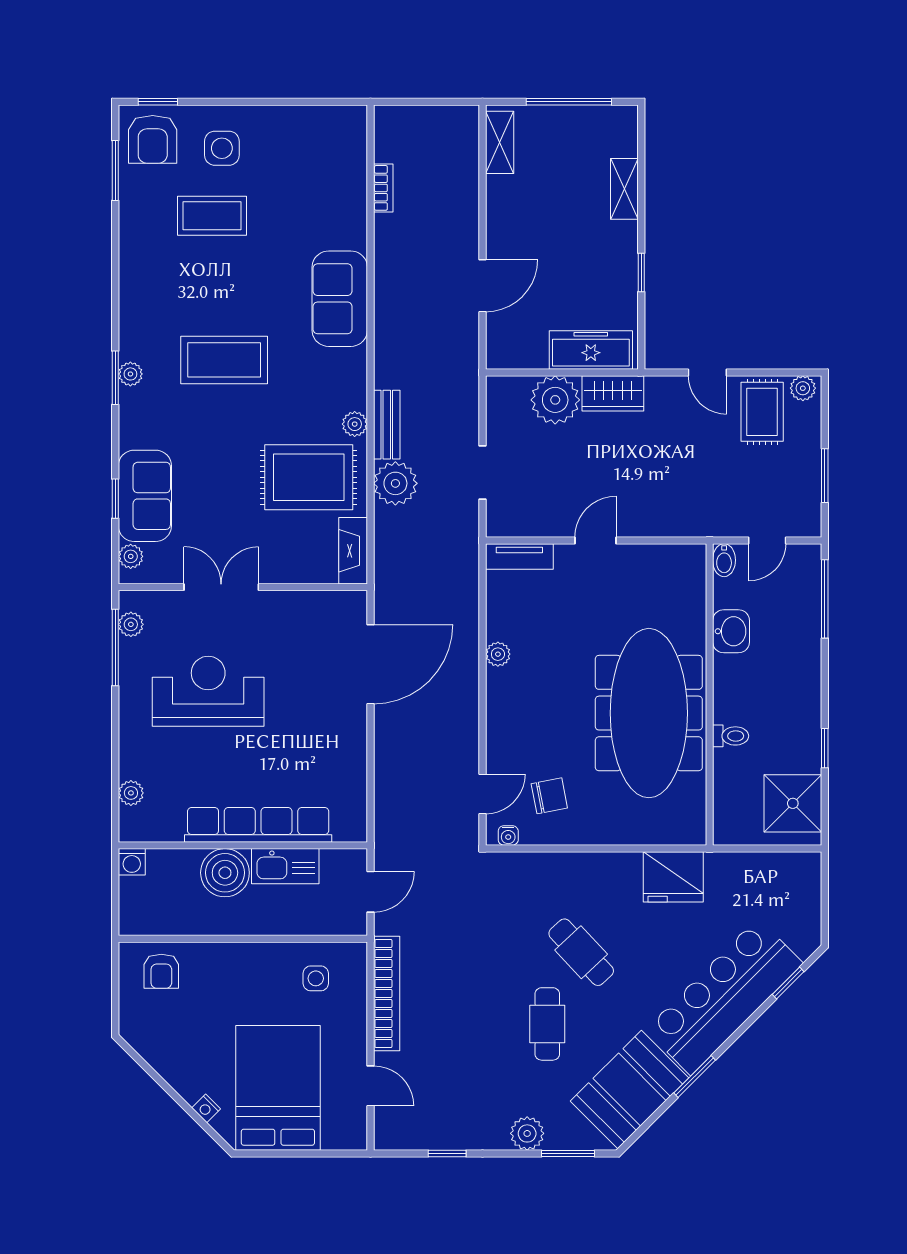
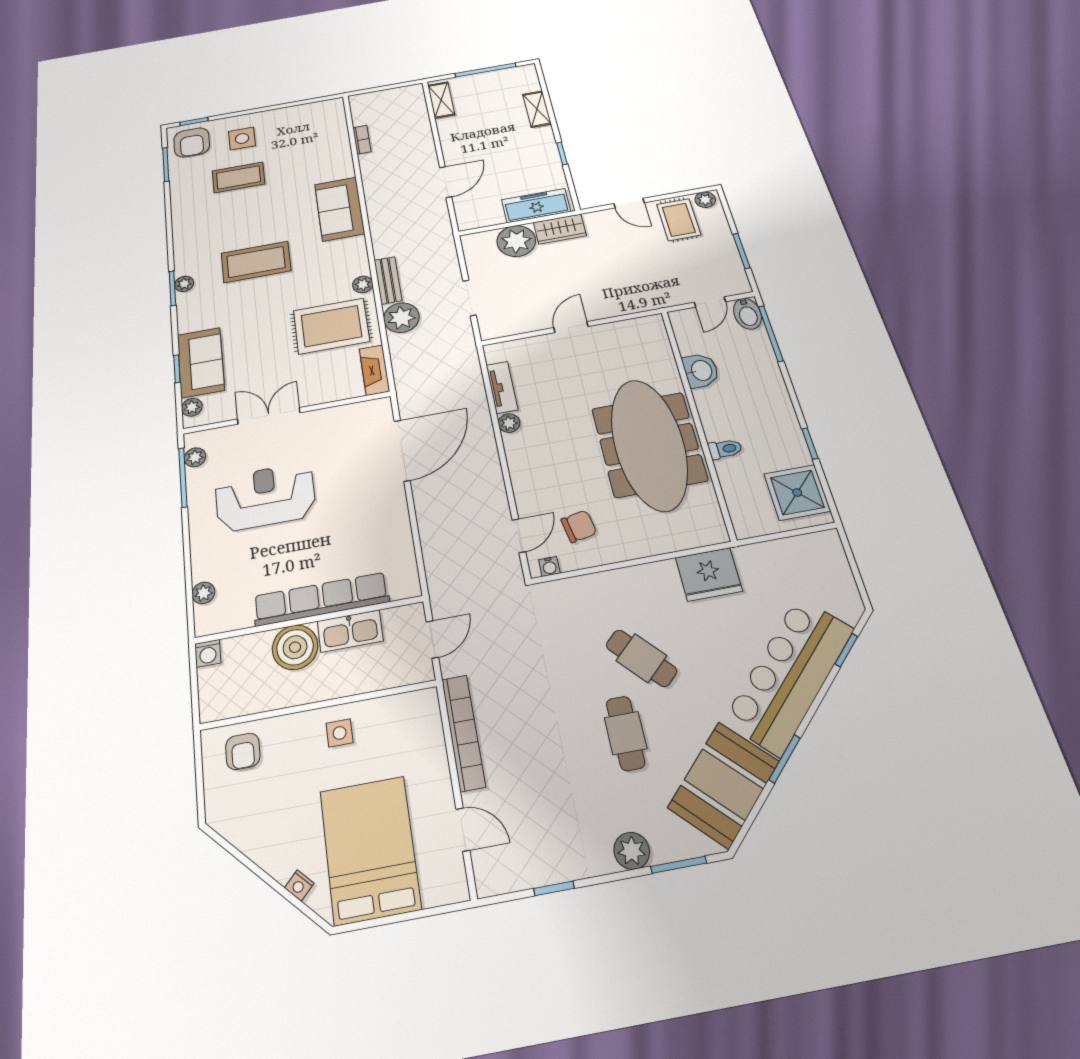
tv unit: (519, 556) -> (502, 387), moved, turned -90
bidet: (724, 560) -> (747, 314), moved, width x1.38, depth x1.36
side table: (316, 978) -> (340, 733), moved

